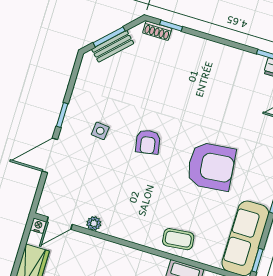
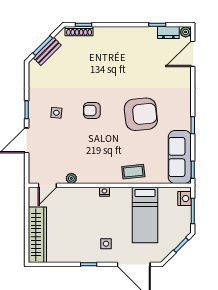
shoe rack: (157, 31) -> (79, 31), width x1.43
armchair: (148, 142) -> (92, 110), turned 100
nightstand: (38, 226) -> (104, 192), moved

